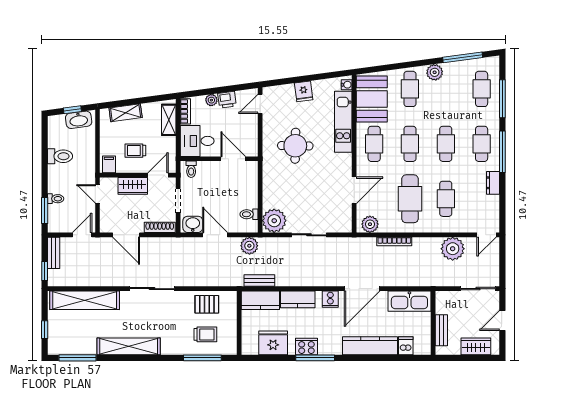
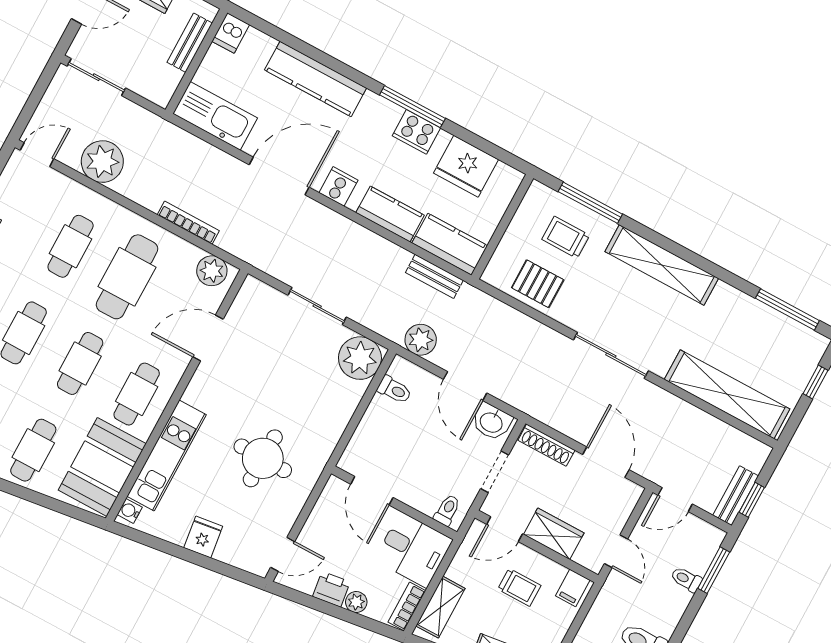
window: (45, 271) -> (752, 500), moved
shelving: (129, 346) -> (662, 265), moved
dishwasher: (406, 346) -> (231, 33), moved

